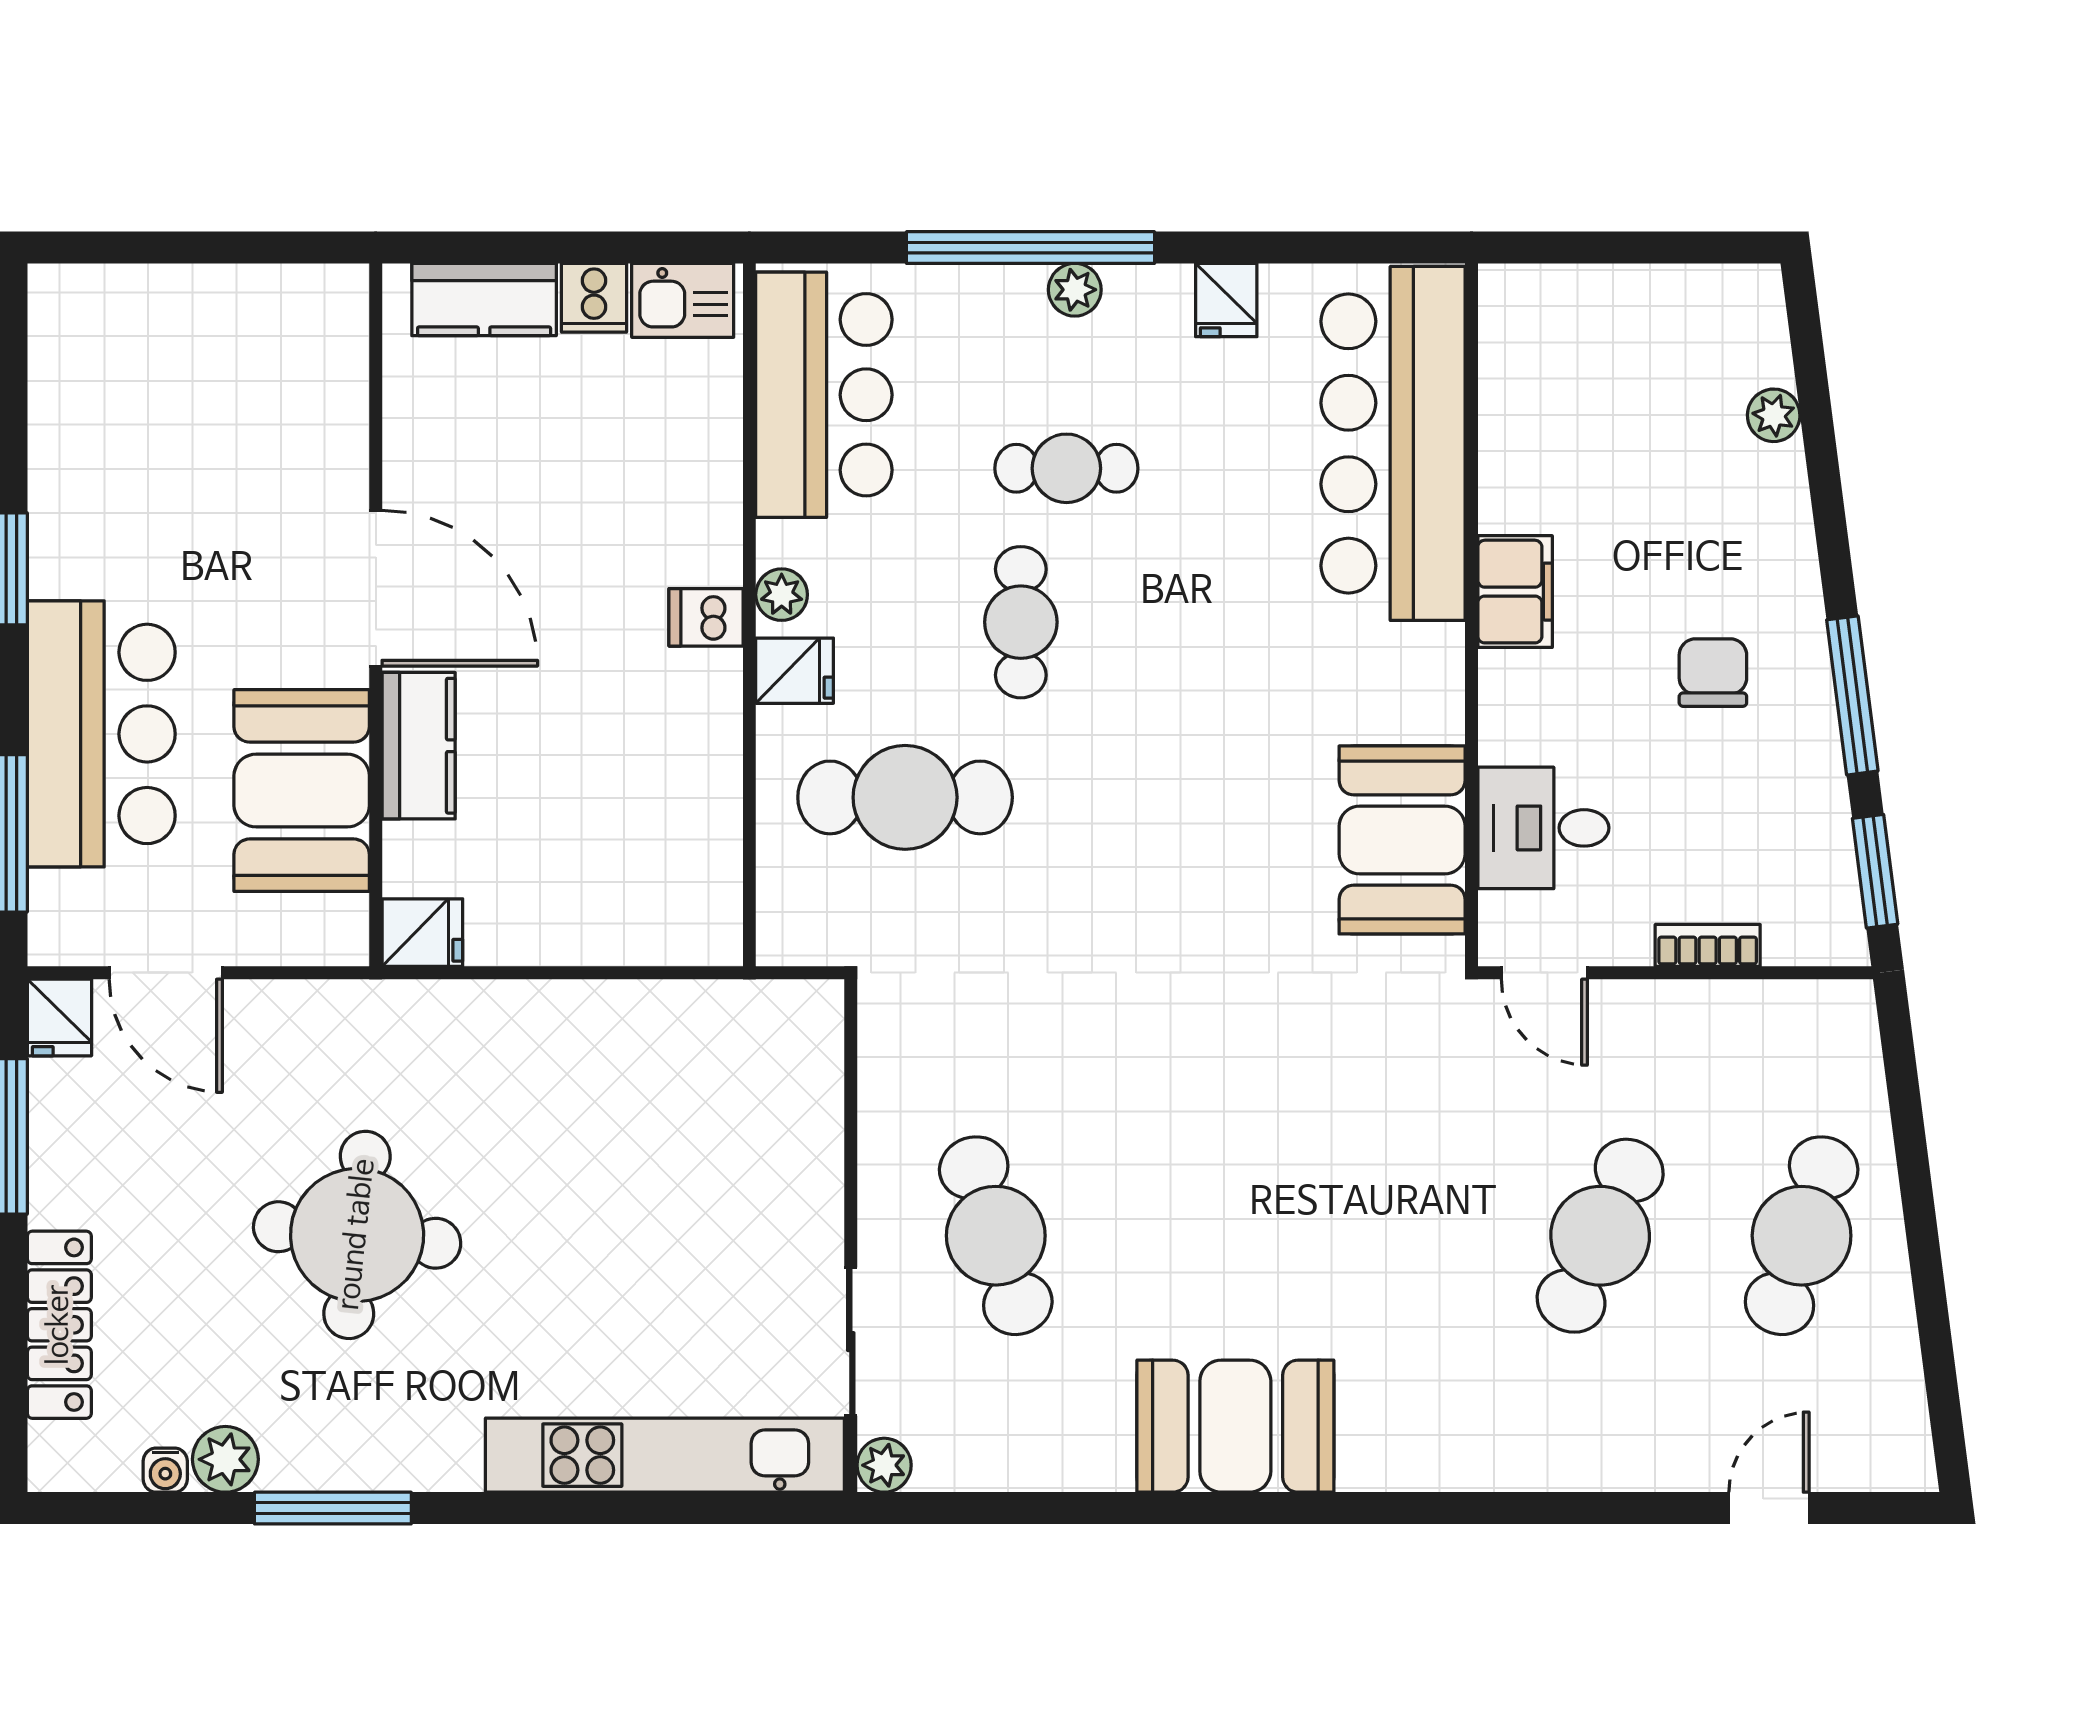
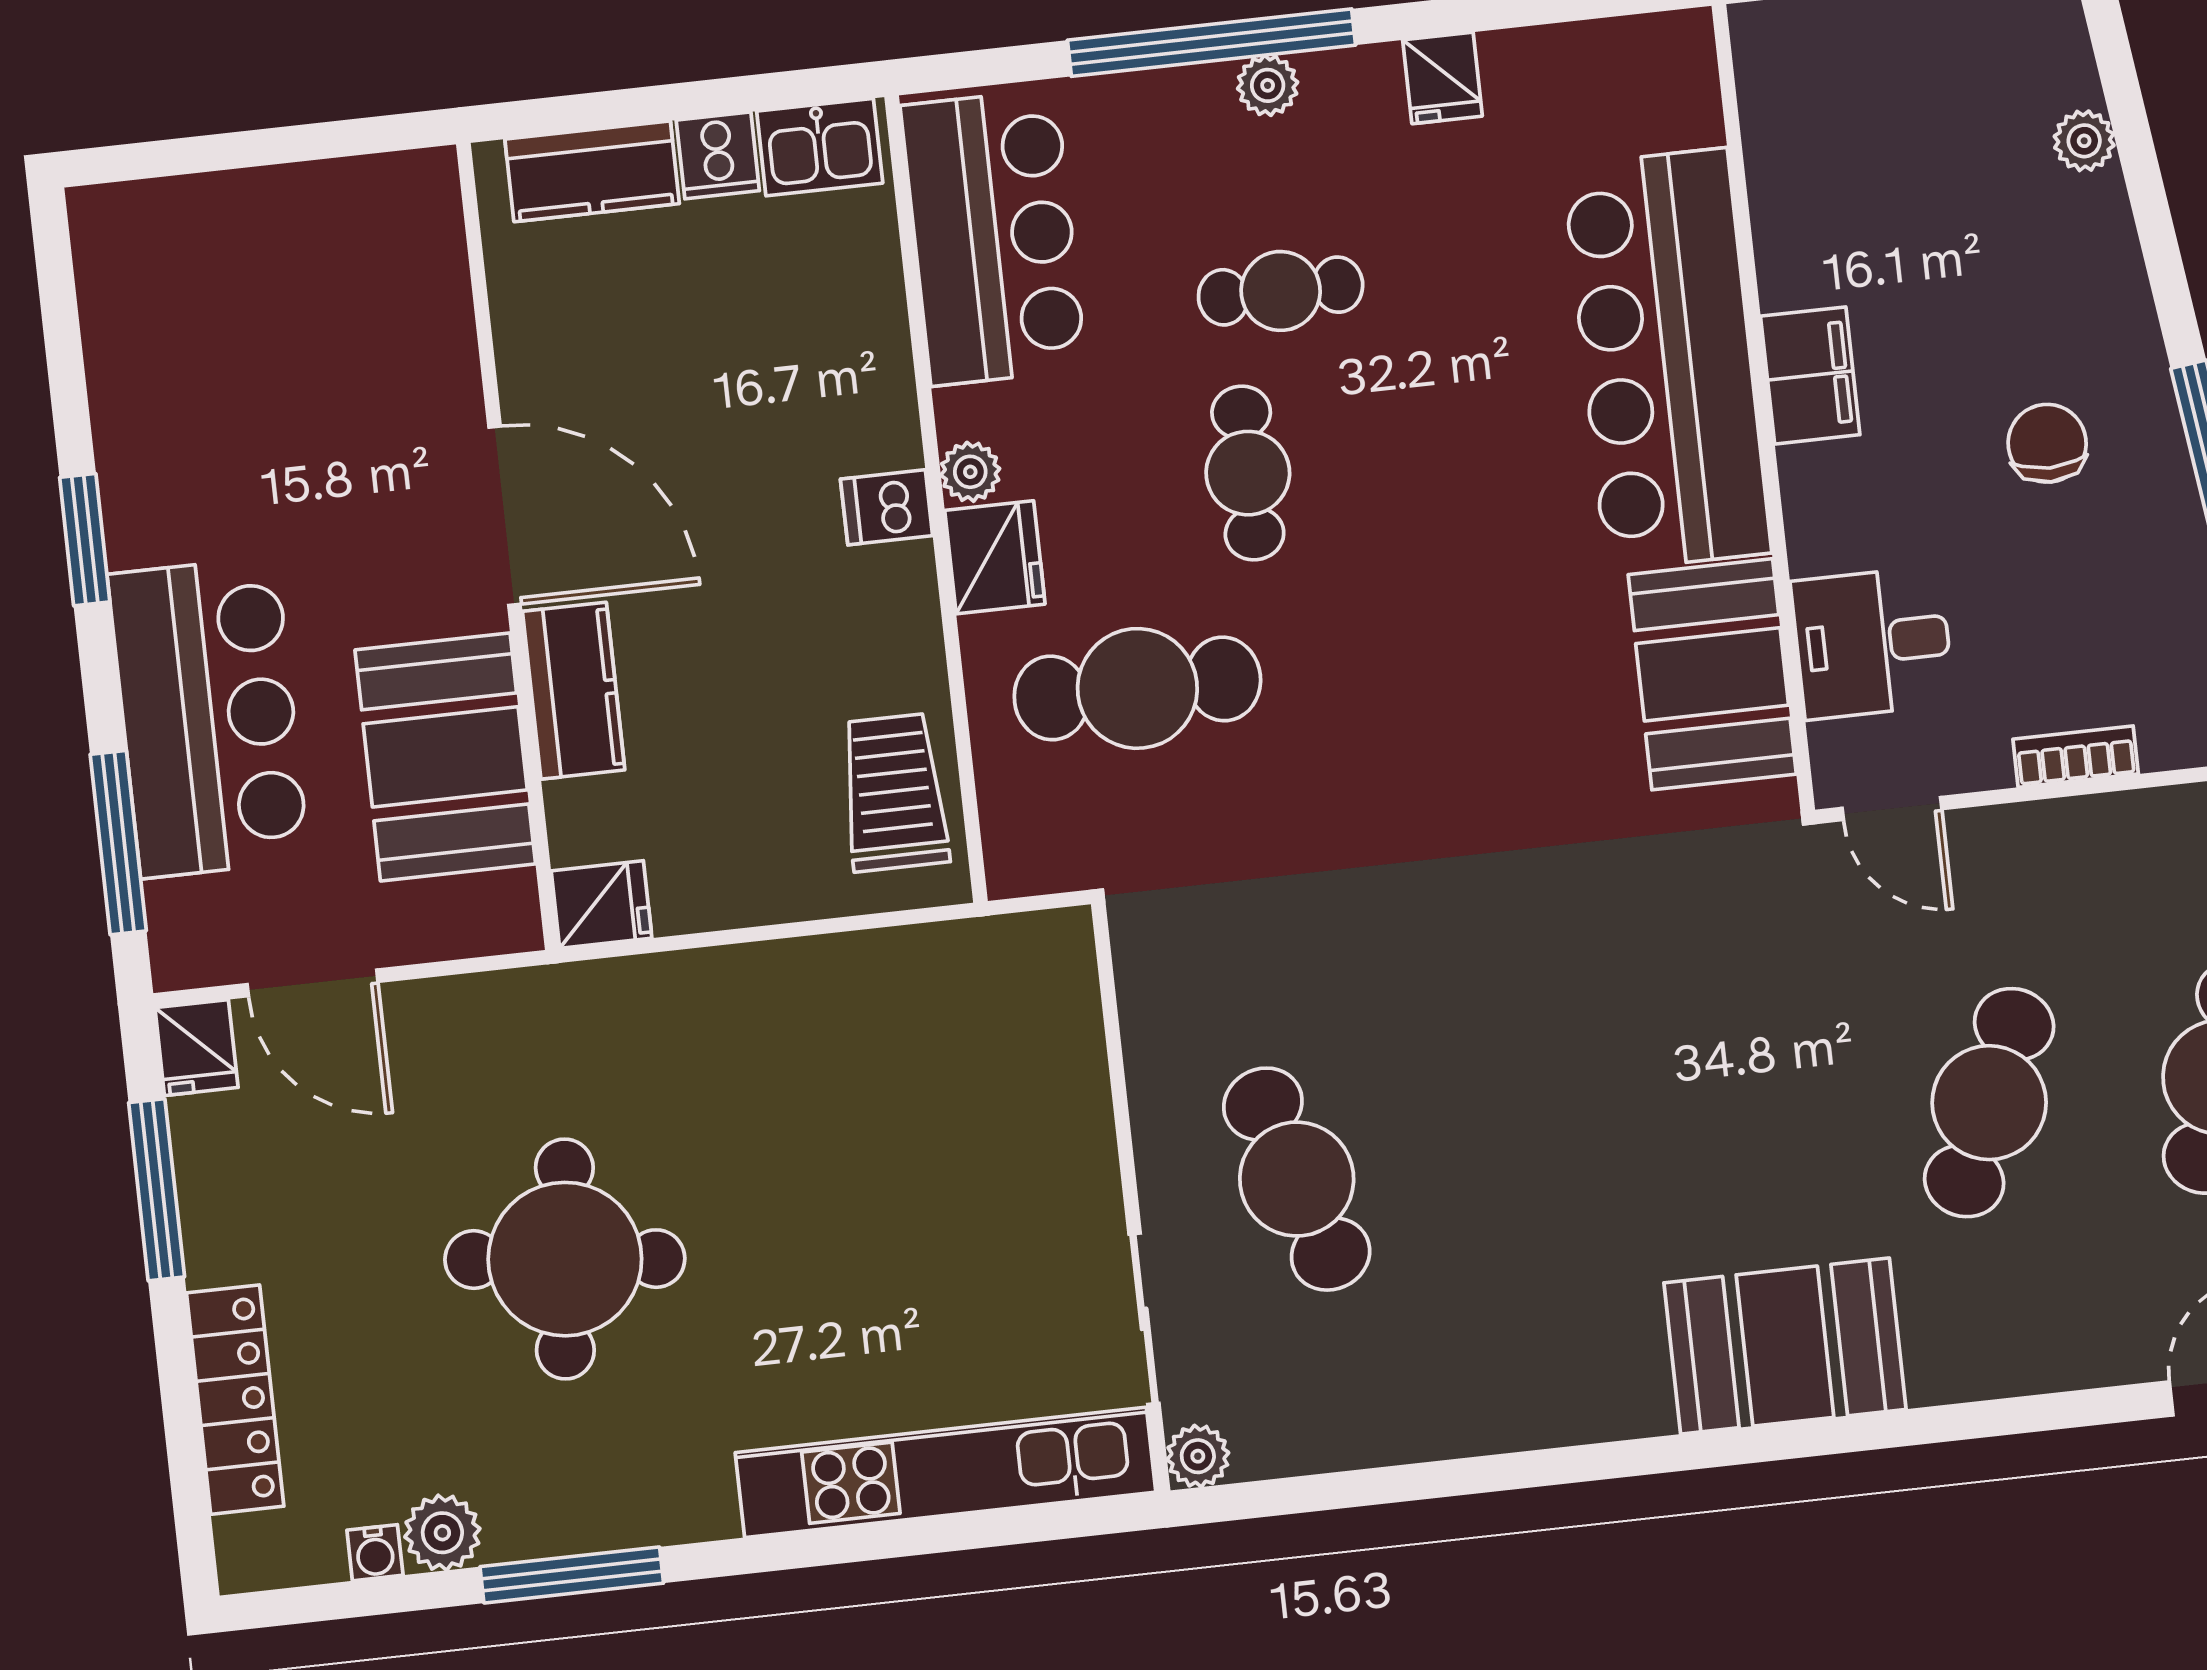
bar counter: (1393, 443) -> (1667, 359), moved
fridge: (795, 671) -> (995, 557), width x1.38
trolley: (685, 864) -> (894, 792), added
booth: (1235, 1426) -> (1785, 1346), moved

